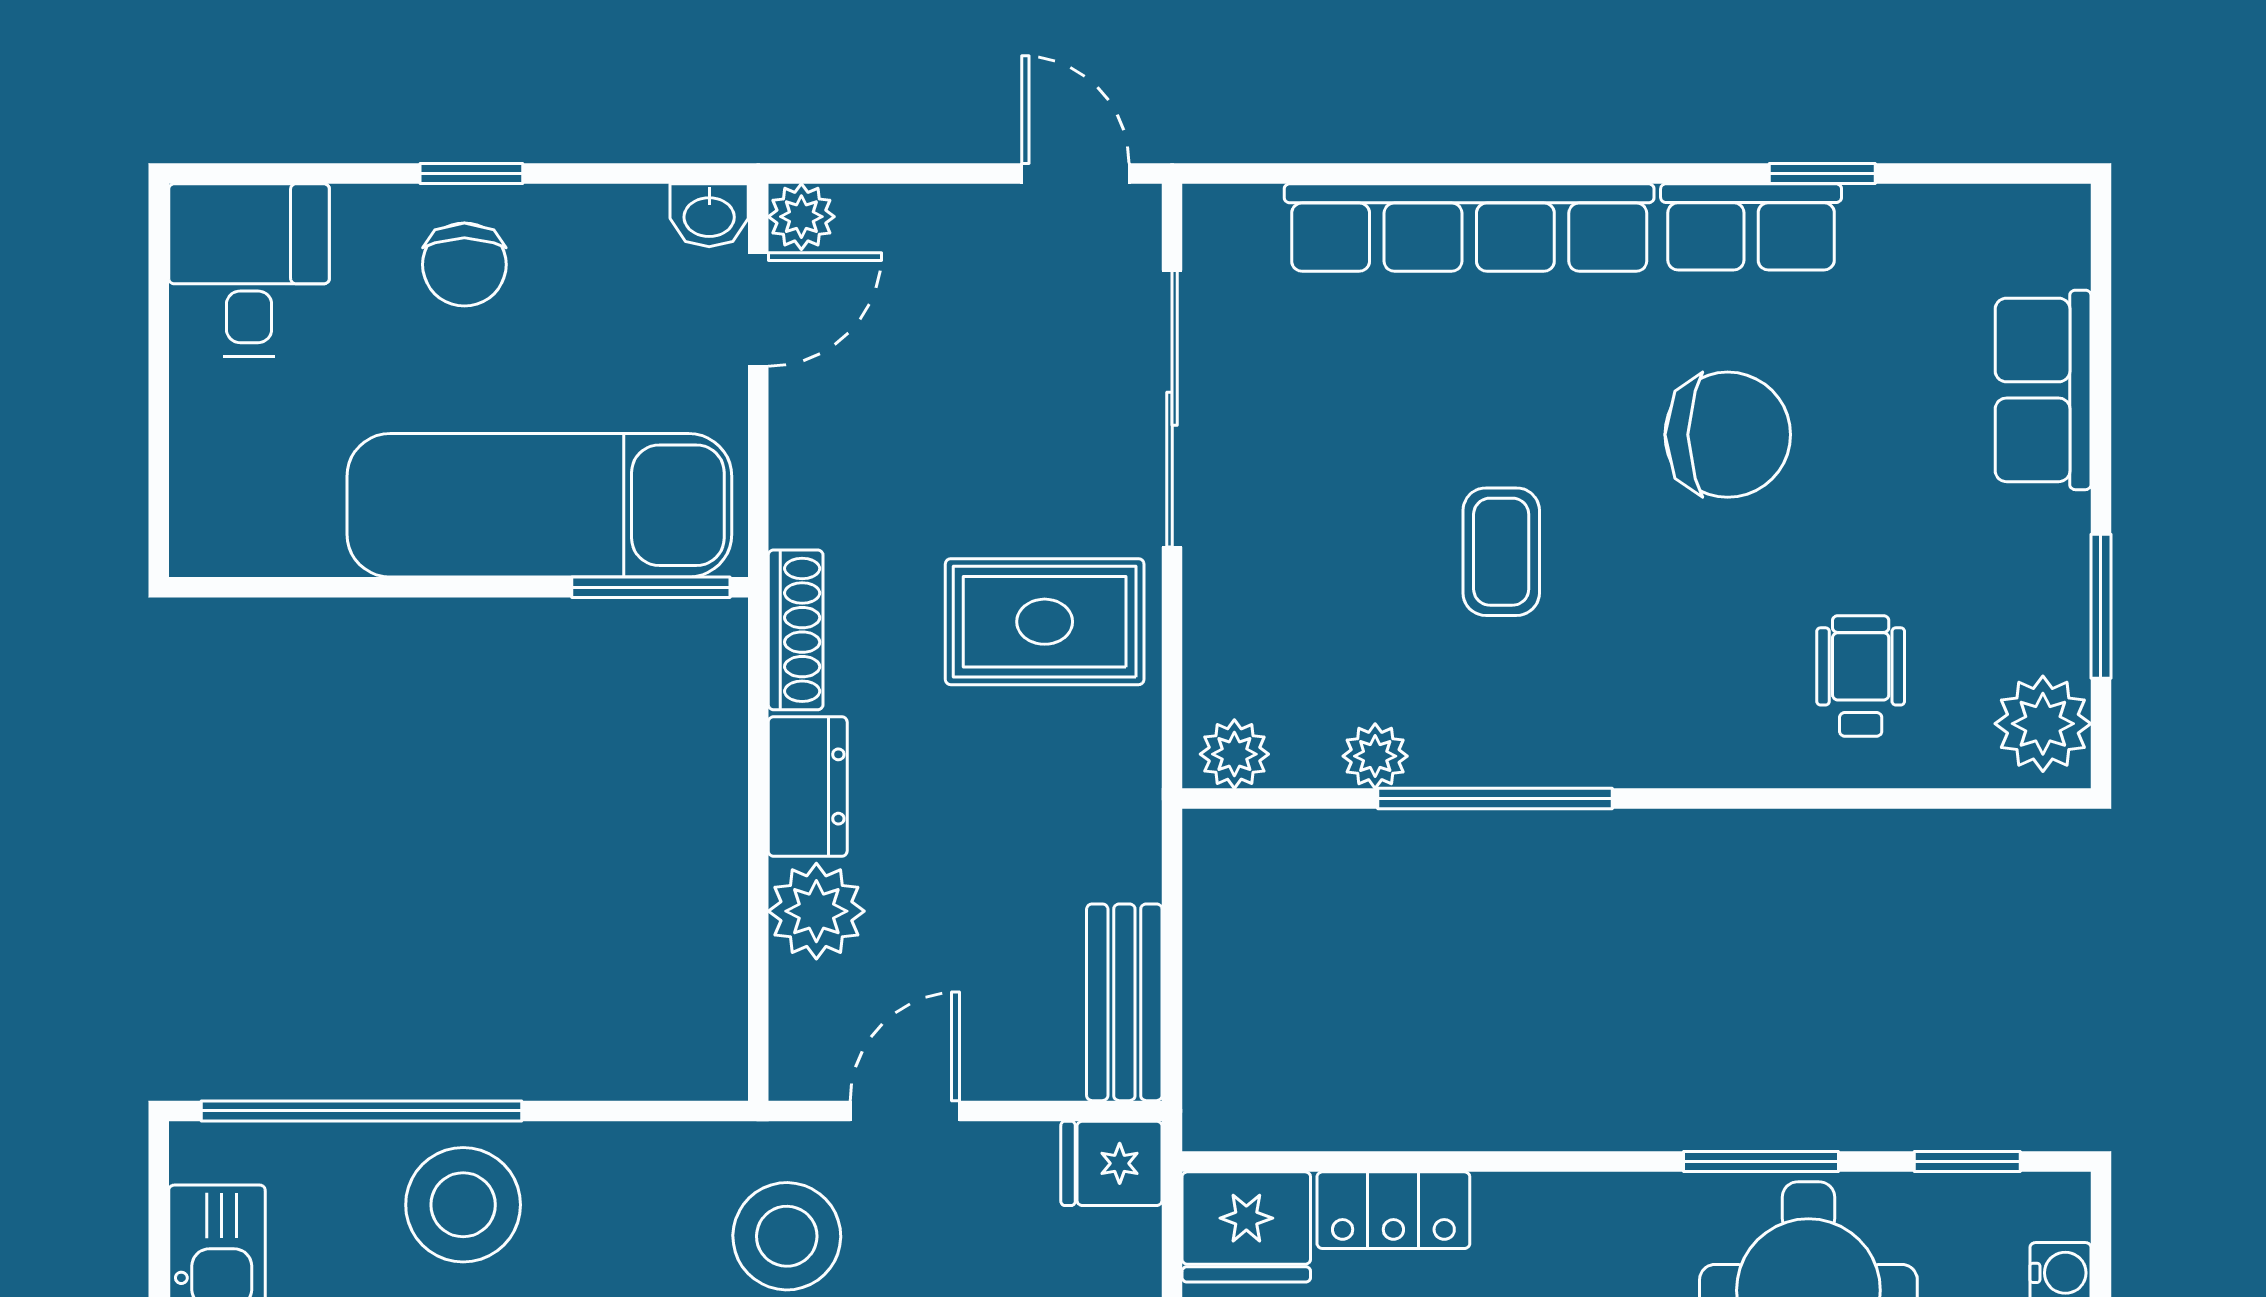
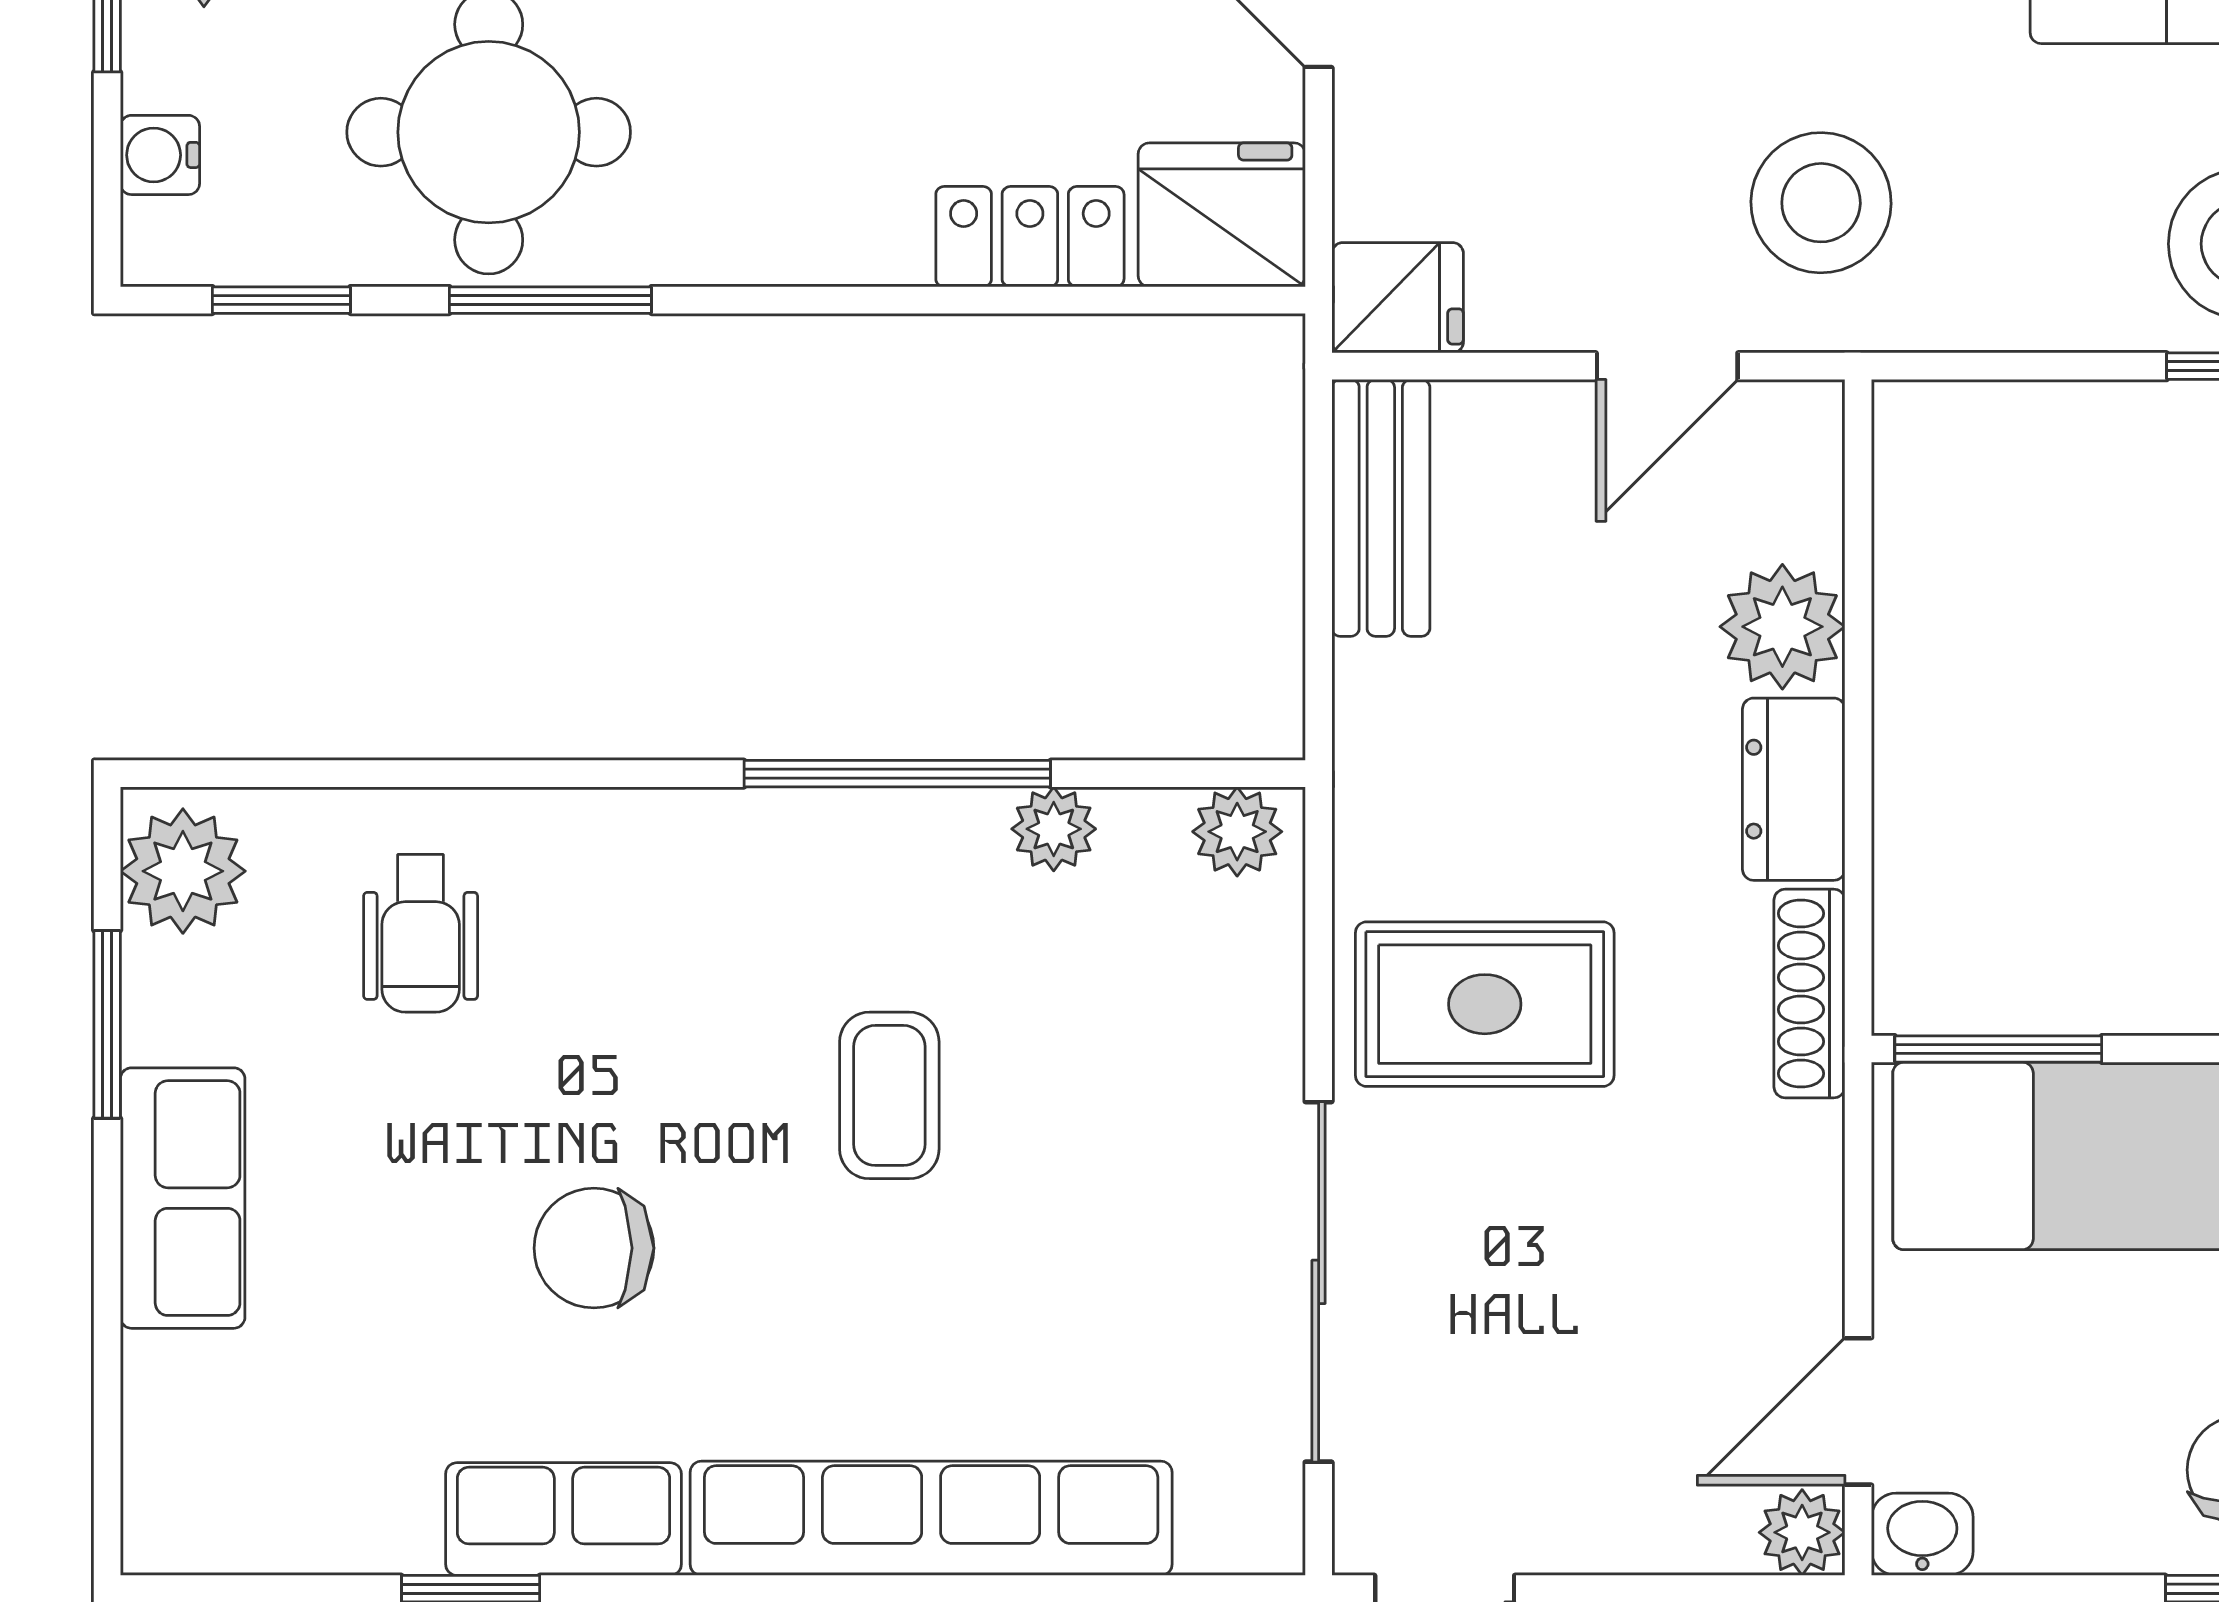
row of seats: (2043, 390) -> (183, 1198), moved
chair: (1728, 435) -> (594, 1248), width x0.73, depth x0.73

